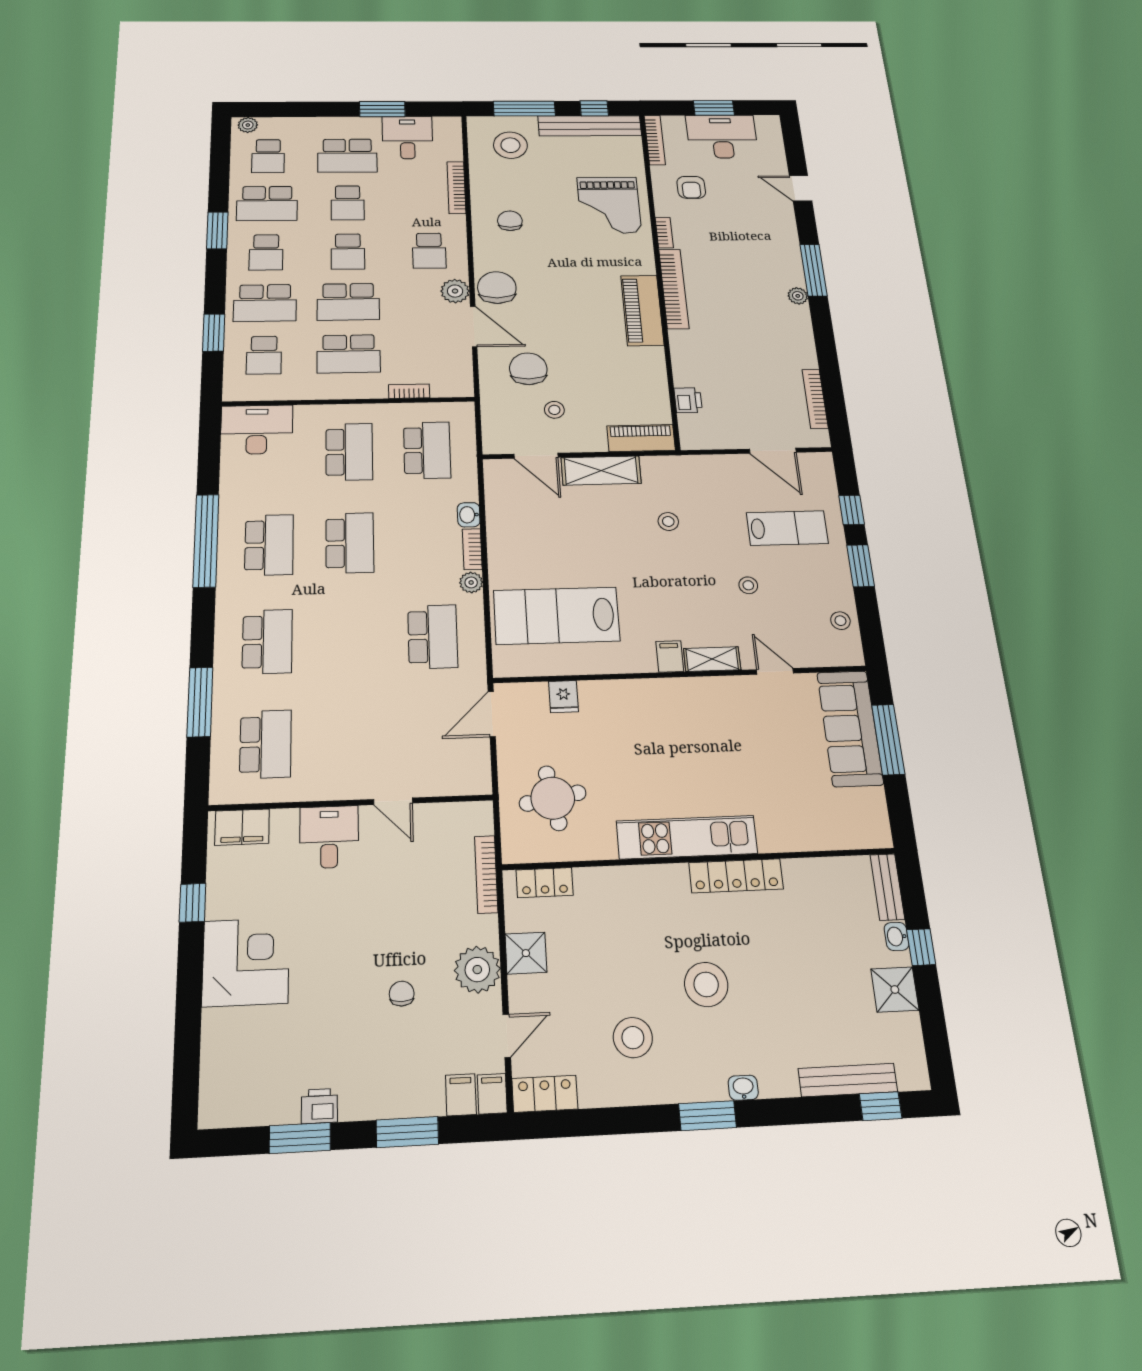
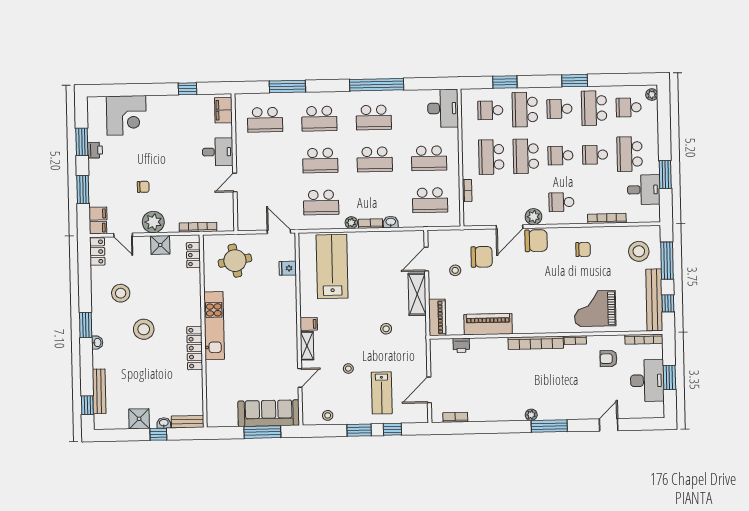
piano: (642, 310) -> (488, 324), moved
bookcase: (815, 399) -> (455, 417), width x0.64
school desk: (350, 639) -> (320, 161), added
corner desk: (246, 962) -> (126, 115), moved

